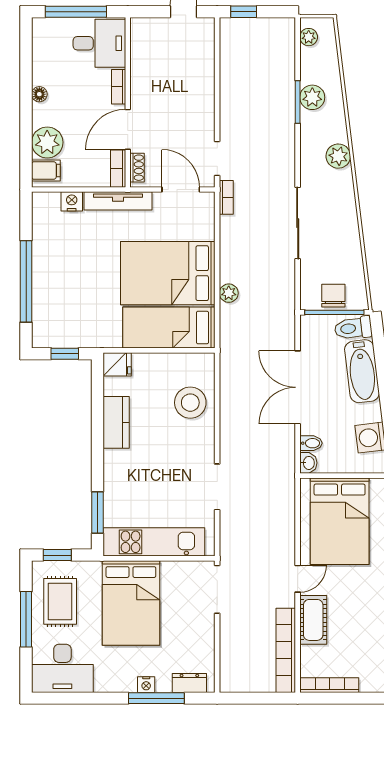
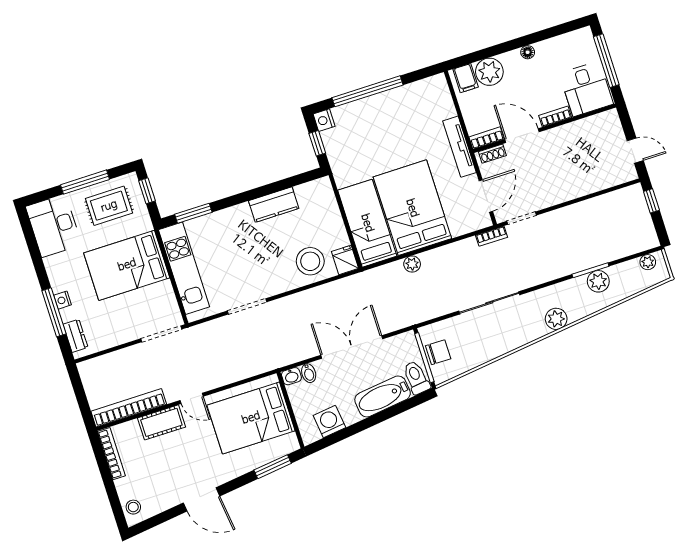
nightstand: (72, 201) -> (324, 120), moved, turned 180
fridge: (117, 364) -> (345, 260), moved, turned 180

